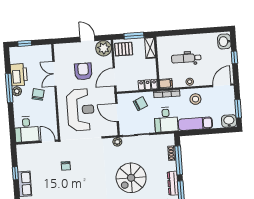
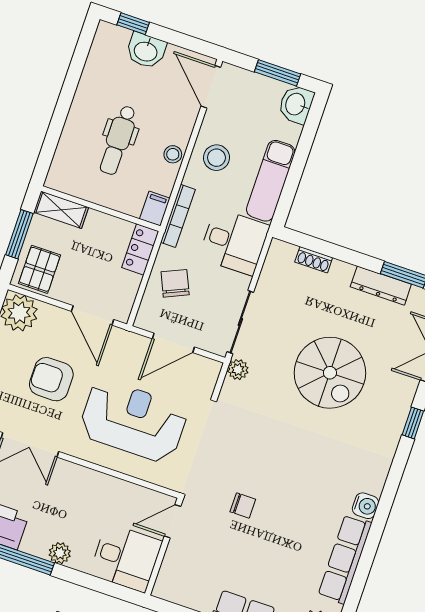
washbasin: (224, 41) -> (146, 51), moved
window: (234, 57) -> (133, 24), moved
plant: (17, 91) -> (60, 553), moved
chair: (38, 94) -> (60, 500), removed
window: (179, 160) -> (336, 252), removed

